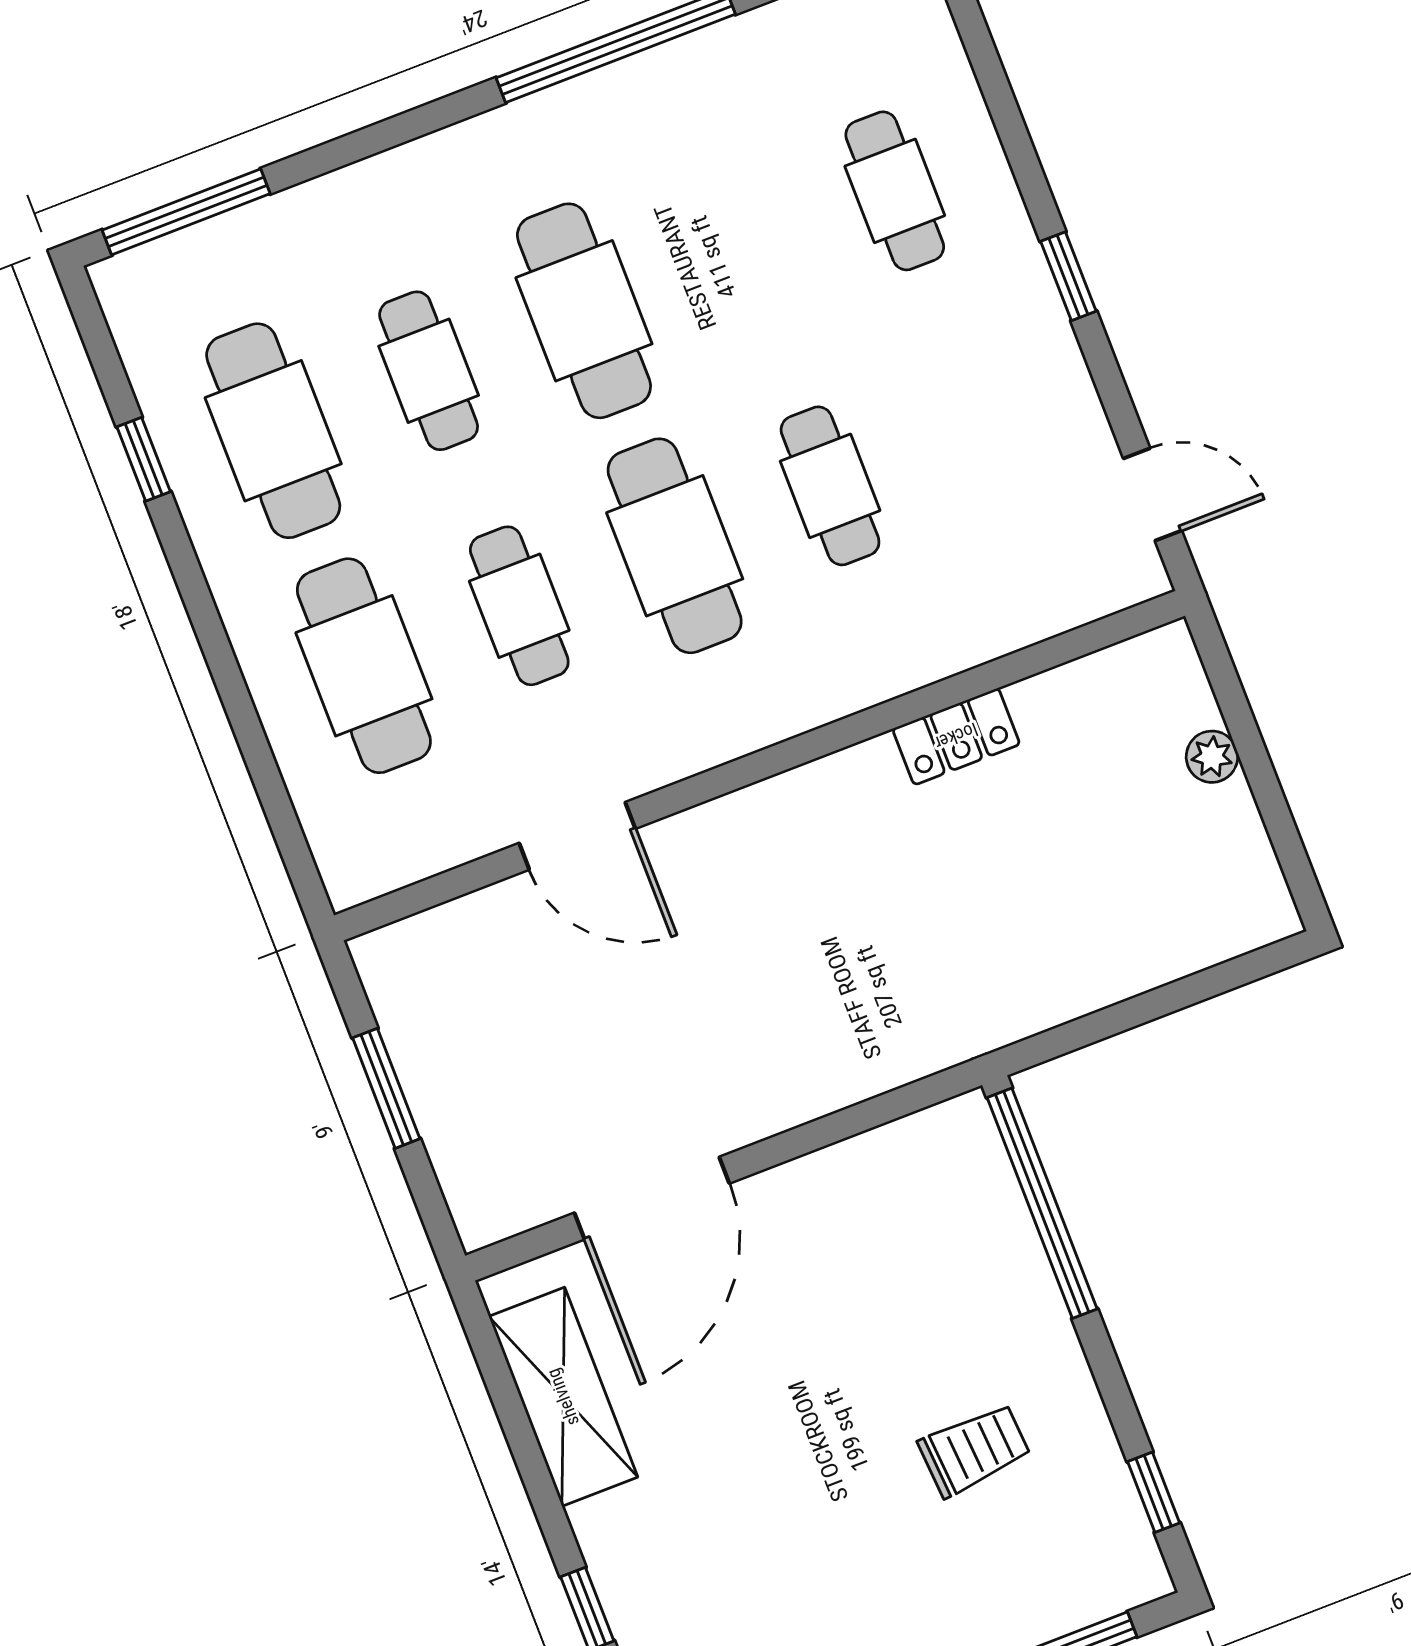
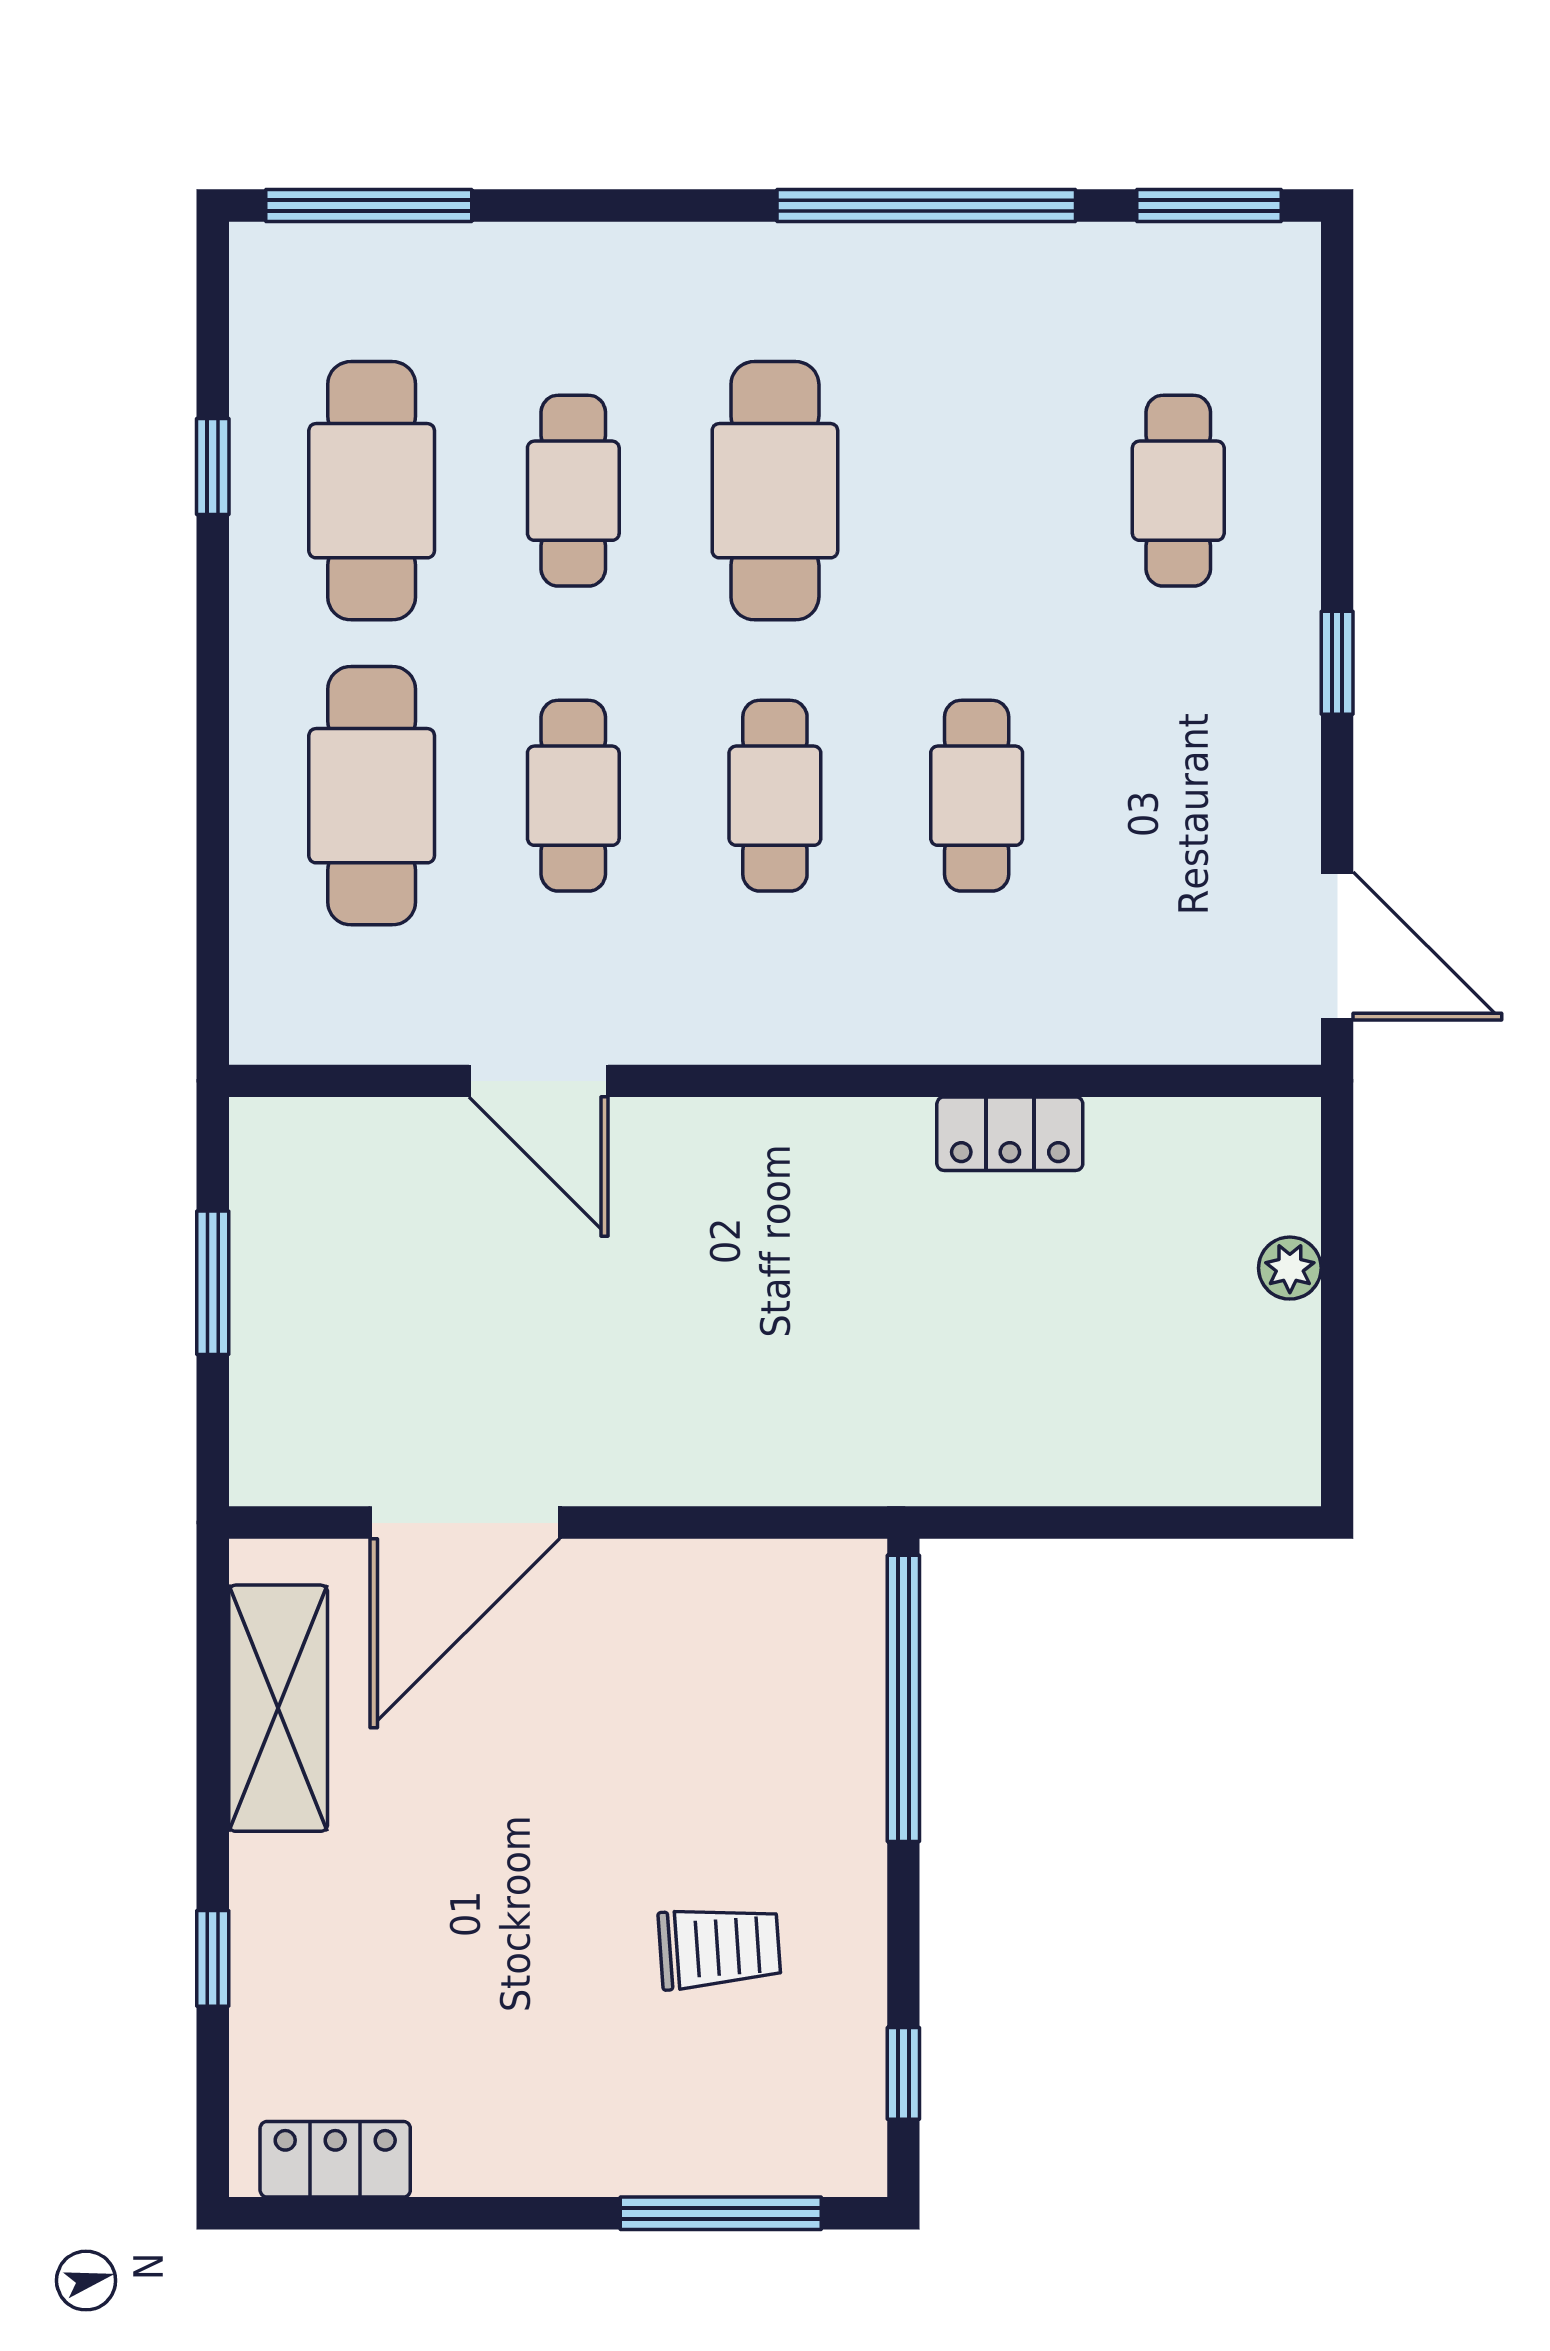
door: (1153, 495) -> (1337, 946), width x1.38
cafe table: (675, 546) -> (775, 796), width x0.73, depth x0.74

